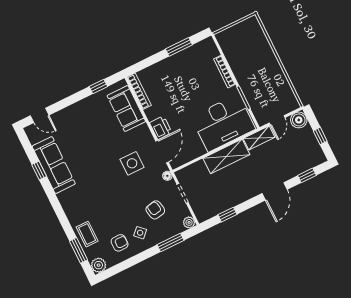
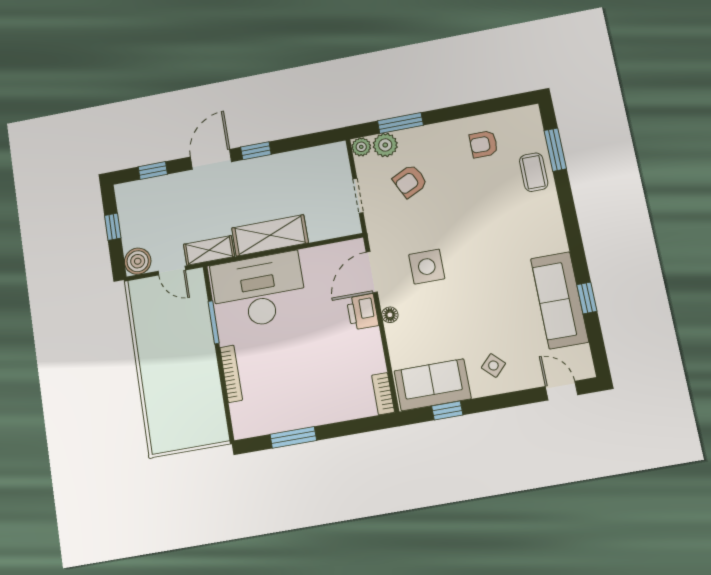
bookcase: (139, 91) -> (383, 394), width x0.64
sofa: (126, 109) -> (433, 385), moved, turned -90
door: (277, 120) -> (172, 271), swing flipped
floor lamp: (167, 176) -> (390, 315), moved
armchair: (155, 210) -> (410, 181), turned 75
window: (227, 215) -> (256, 151), moved
side table: (140, 233) -> (493, 365), moved
plant: (99, 265) -> (385, 145), moved

